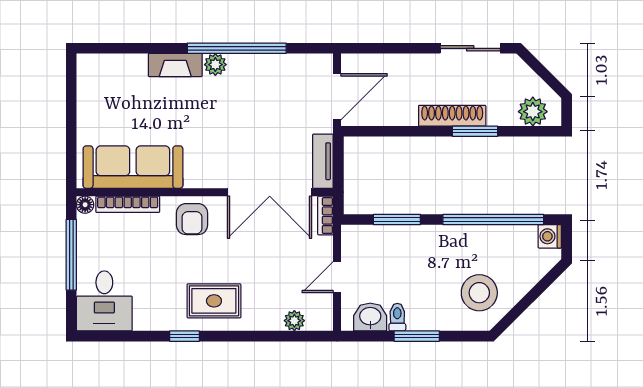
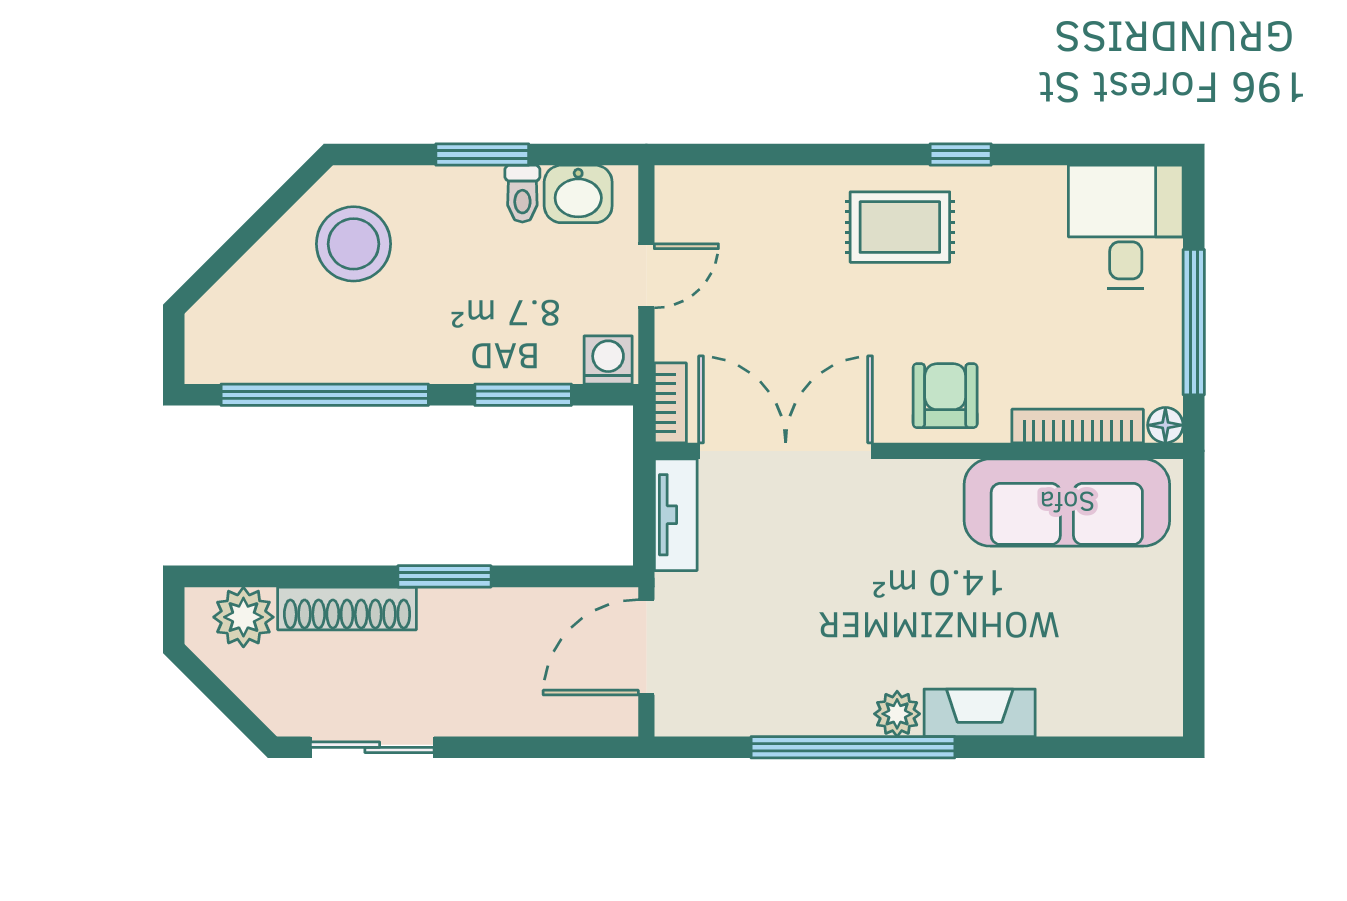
shoe rack: (452, 116) -> (347, 608), moved
window: (475, 131) -> (444, 576), moved
washing machine: (550, 236) -> (608, 360), moved, turned -90
plant: (294, 321) -> (734, 186), removed

